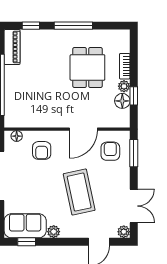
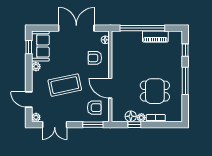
piano: (12, 47) -> (155, 37), moved

